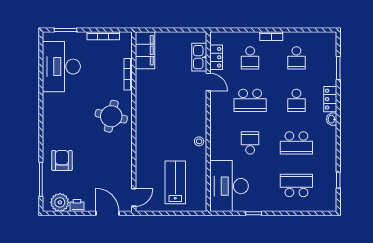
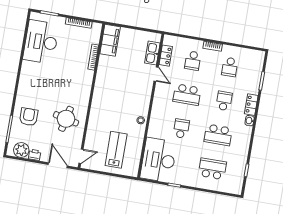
school desk: (296, 100) -> (224, 101), turned 180
round table: (111, 116) -> (66, 119), moved

